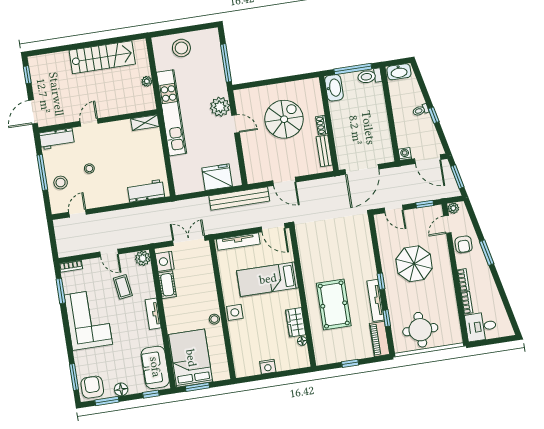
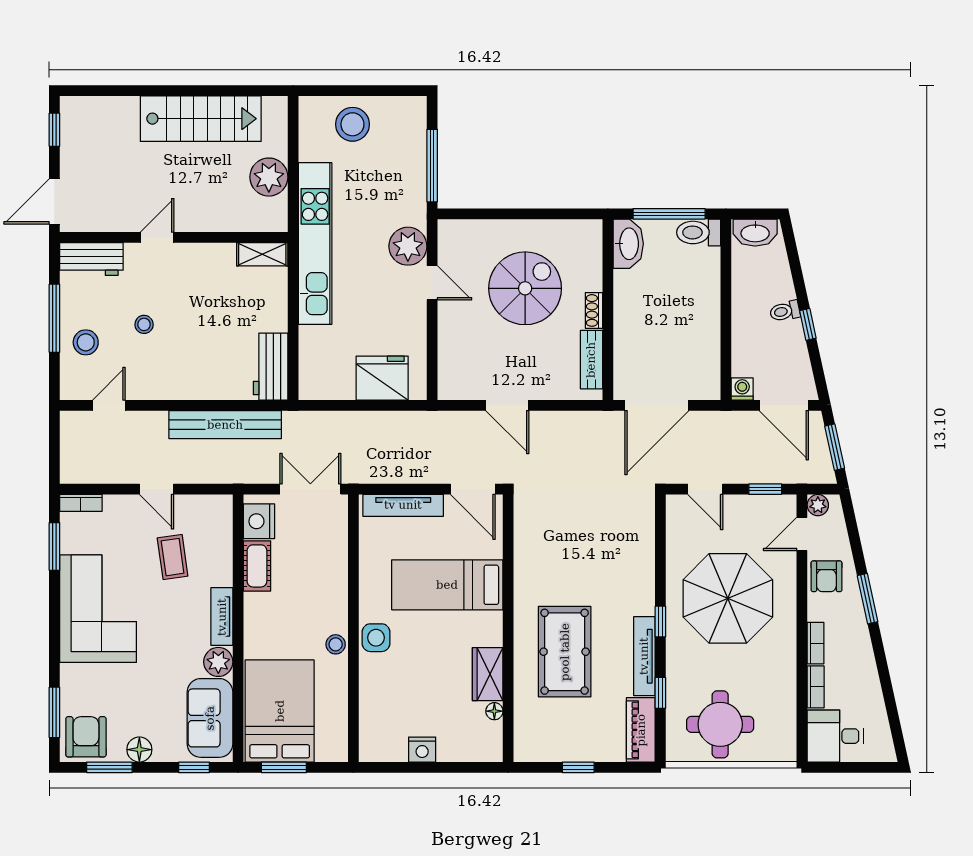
plant: (147, 81) -> (269, 177), width x1.88, depth x1.88
workbench: (146, 191) -> (271, 367), moved, turned -90
bench: (239, 198) -> (225, 425), moved
plant: (143, 258) -> (218, 662), moved
parasol: (414, 264) -> (728, 598), width x1.36, depth x1.36

